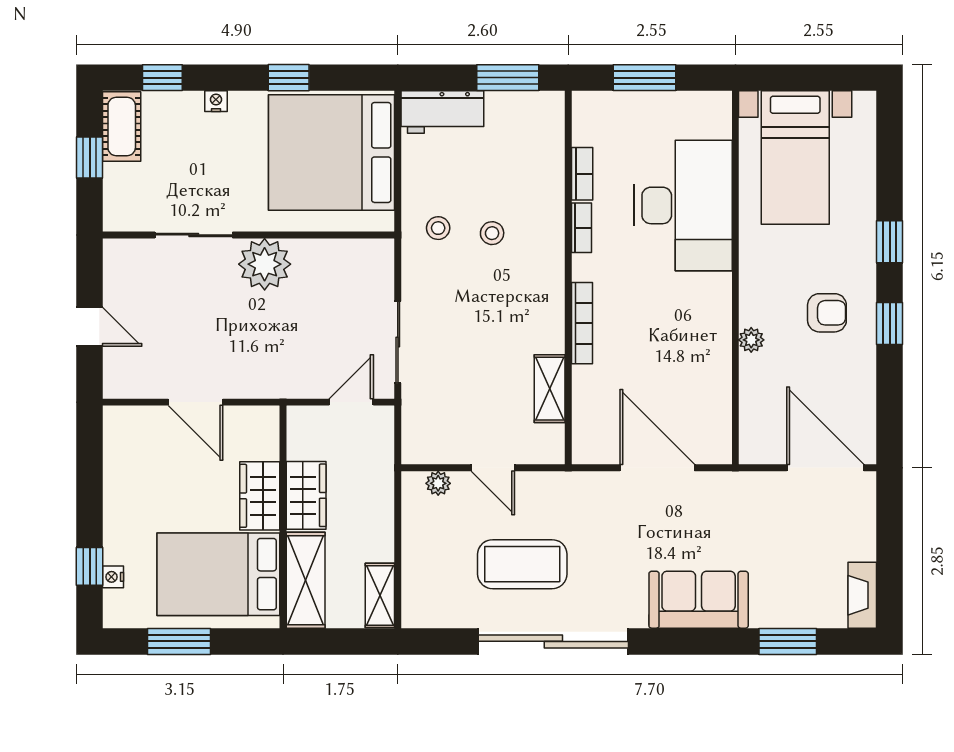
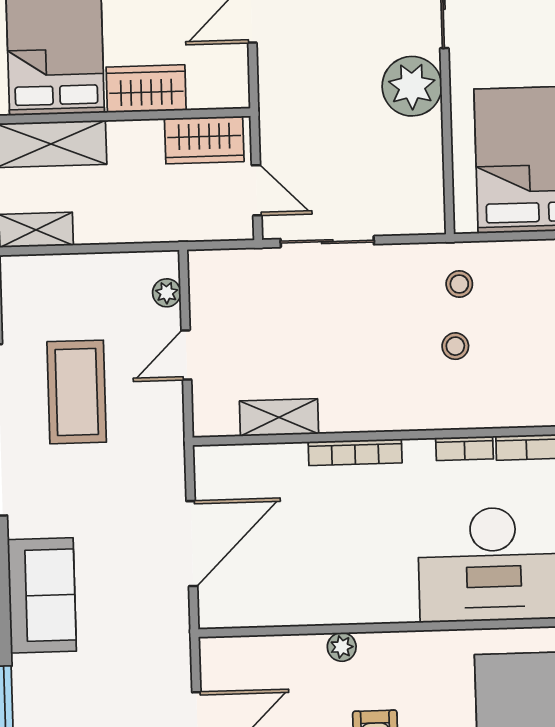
wardrobe: (306, 495) -> (204, 140), moved

